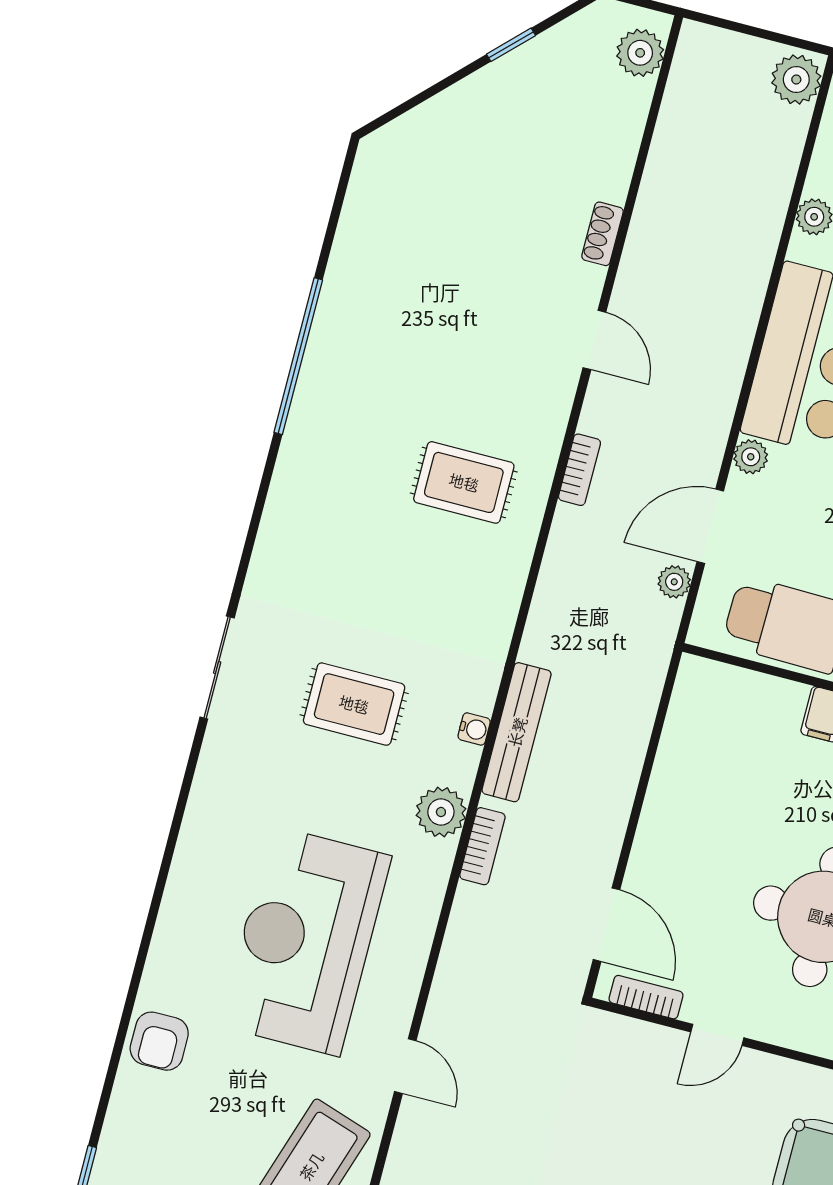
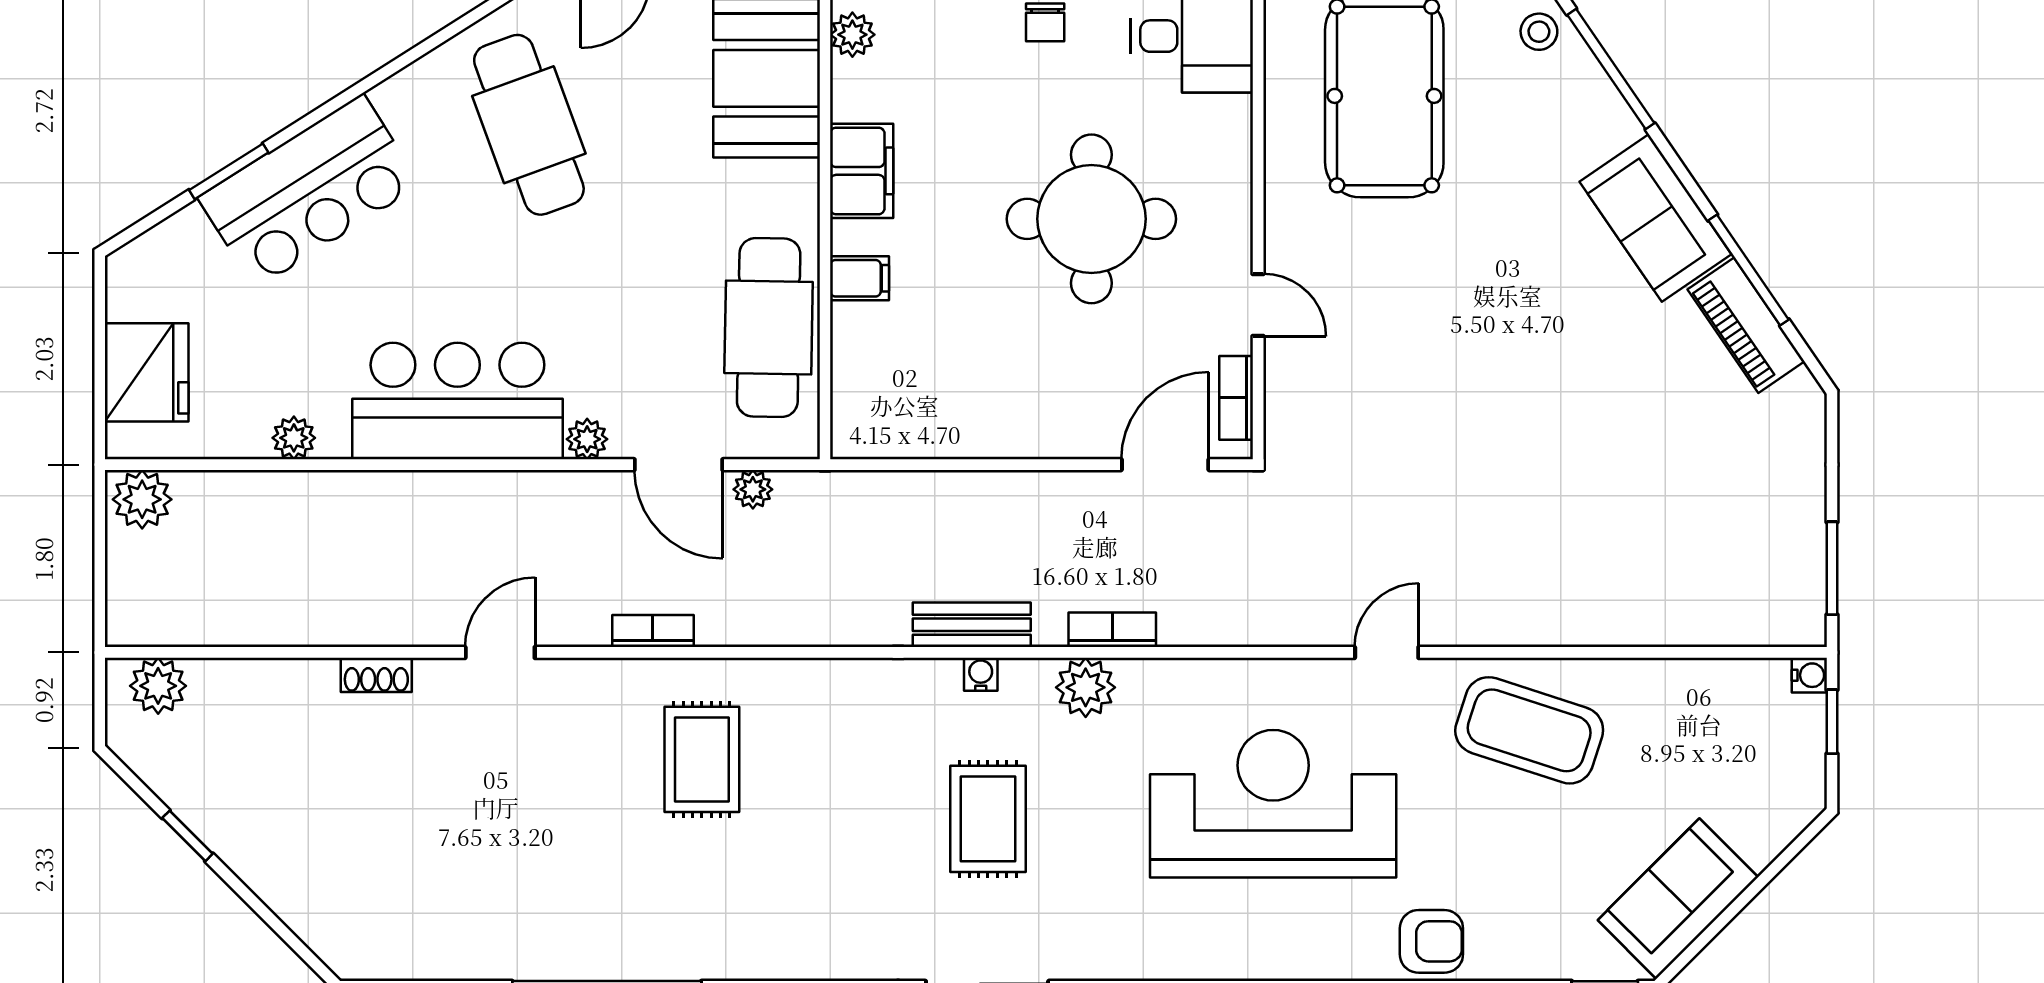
bench: (517, 732) -> (972, 625), width x0.73
reception desk: (306, 941) -> (1273, 804), turned 180

